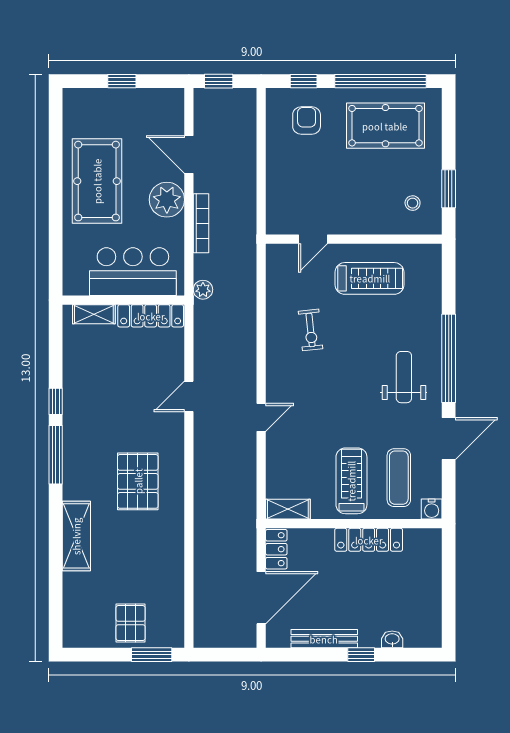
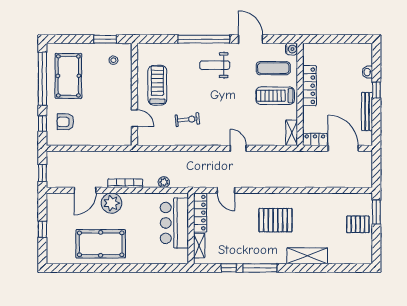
bar counter: (133, 272) -> (174, 223), moved
wall: (123, 300) -> (191, 228), moved
shelving: (94, 314) -> (199, 246), moved
locker: (151, 316) -> (200, 213), moved

